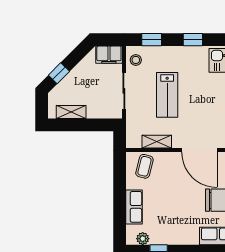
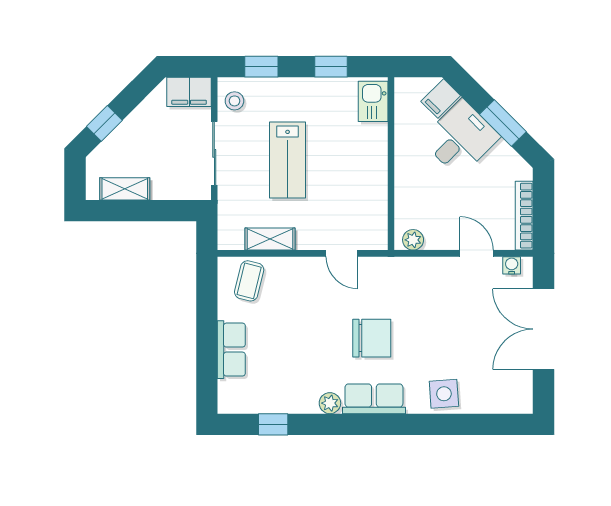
door: (199, 150) -> (342, 253), width x0.53
plant: (143, 239) -> (330, 403), moved

